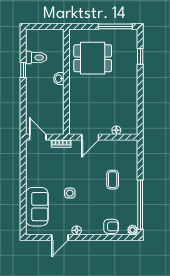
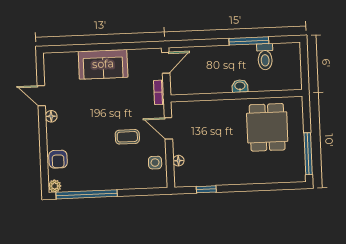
window: (140, 56) -> (206, 189), moved
window: (23, 70) -> (249, 41), width x2.17
coffee table: (113, 180) -> (127, 137), moved
side table: (70, 193) -> (155, 163), moved
sofa: (37, 207) -> (103, 64), moved

